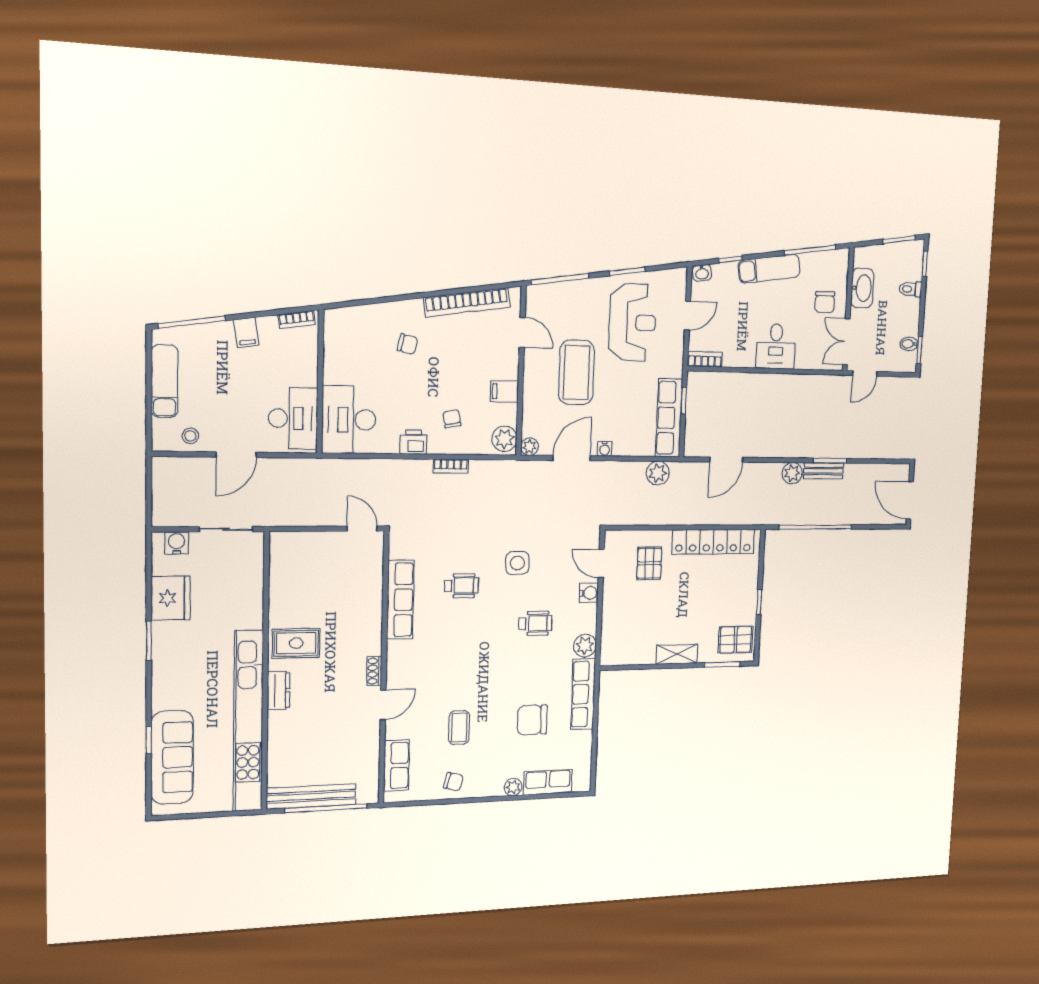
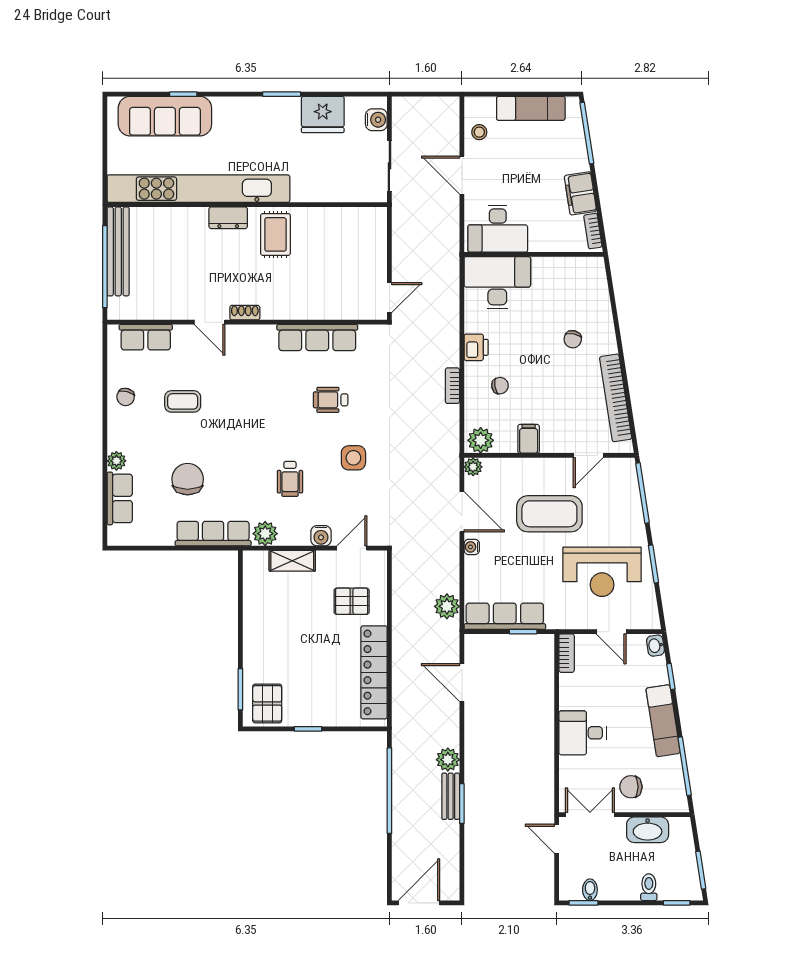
filing cabinet: (246, 332) -> (580, 193), width x2.00
wheelchair: (461, 586) -> (331, 400), turned 90
shelving: (677, 654) -> (292, 561), moved, turned 90

